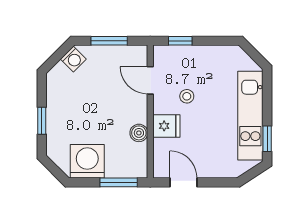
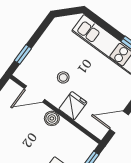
boiler: (139, 133) -> (52, 118), moved

